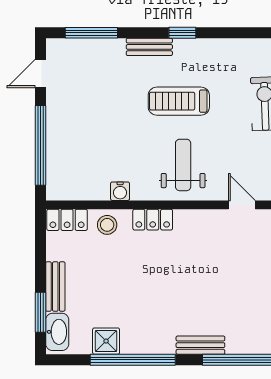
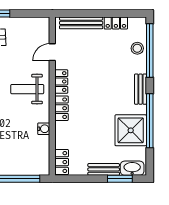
locker: (195, 219) -> (61, 82), added
stool: (107, 225) -> (137, 48), moved
shower: (106, 341) -> (131, 130), width x1.86, depth x1.86
bench: (200, 345) -> (140, 89), moved

